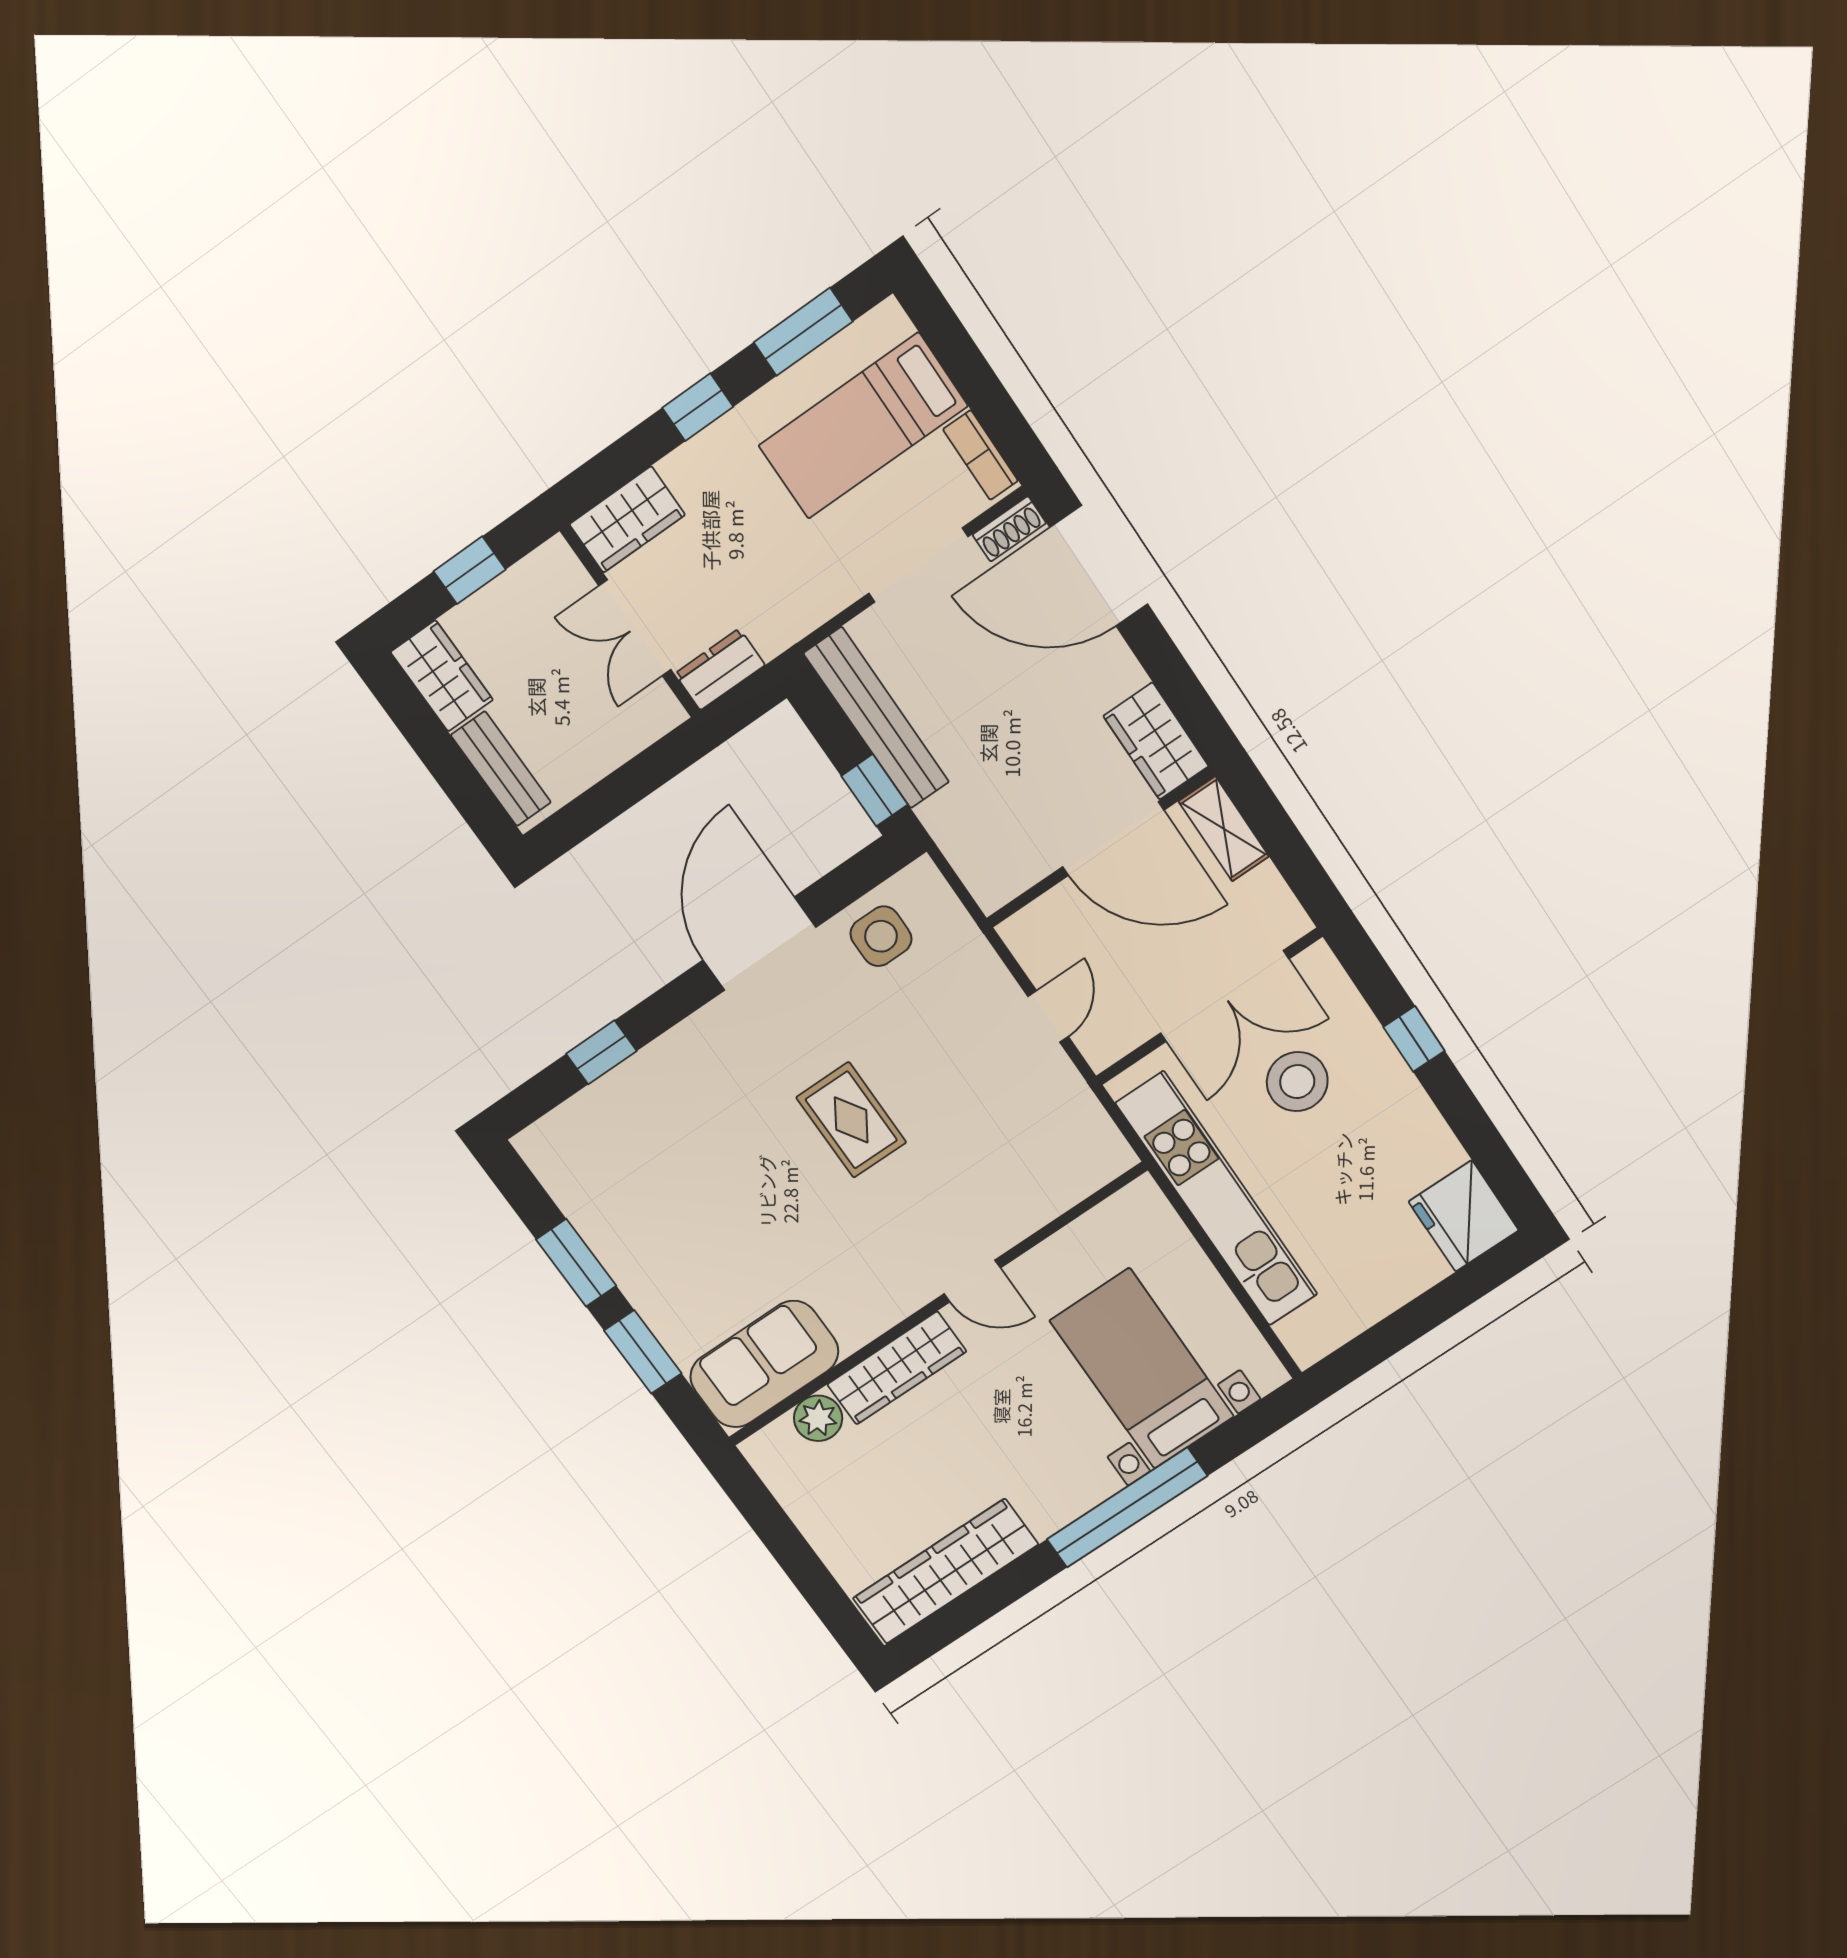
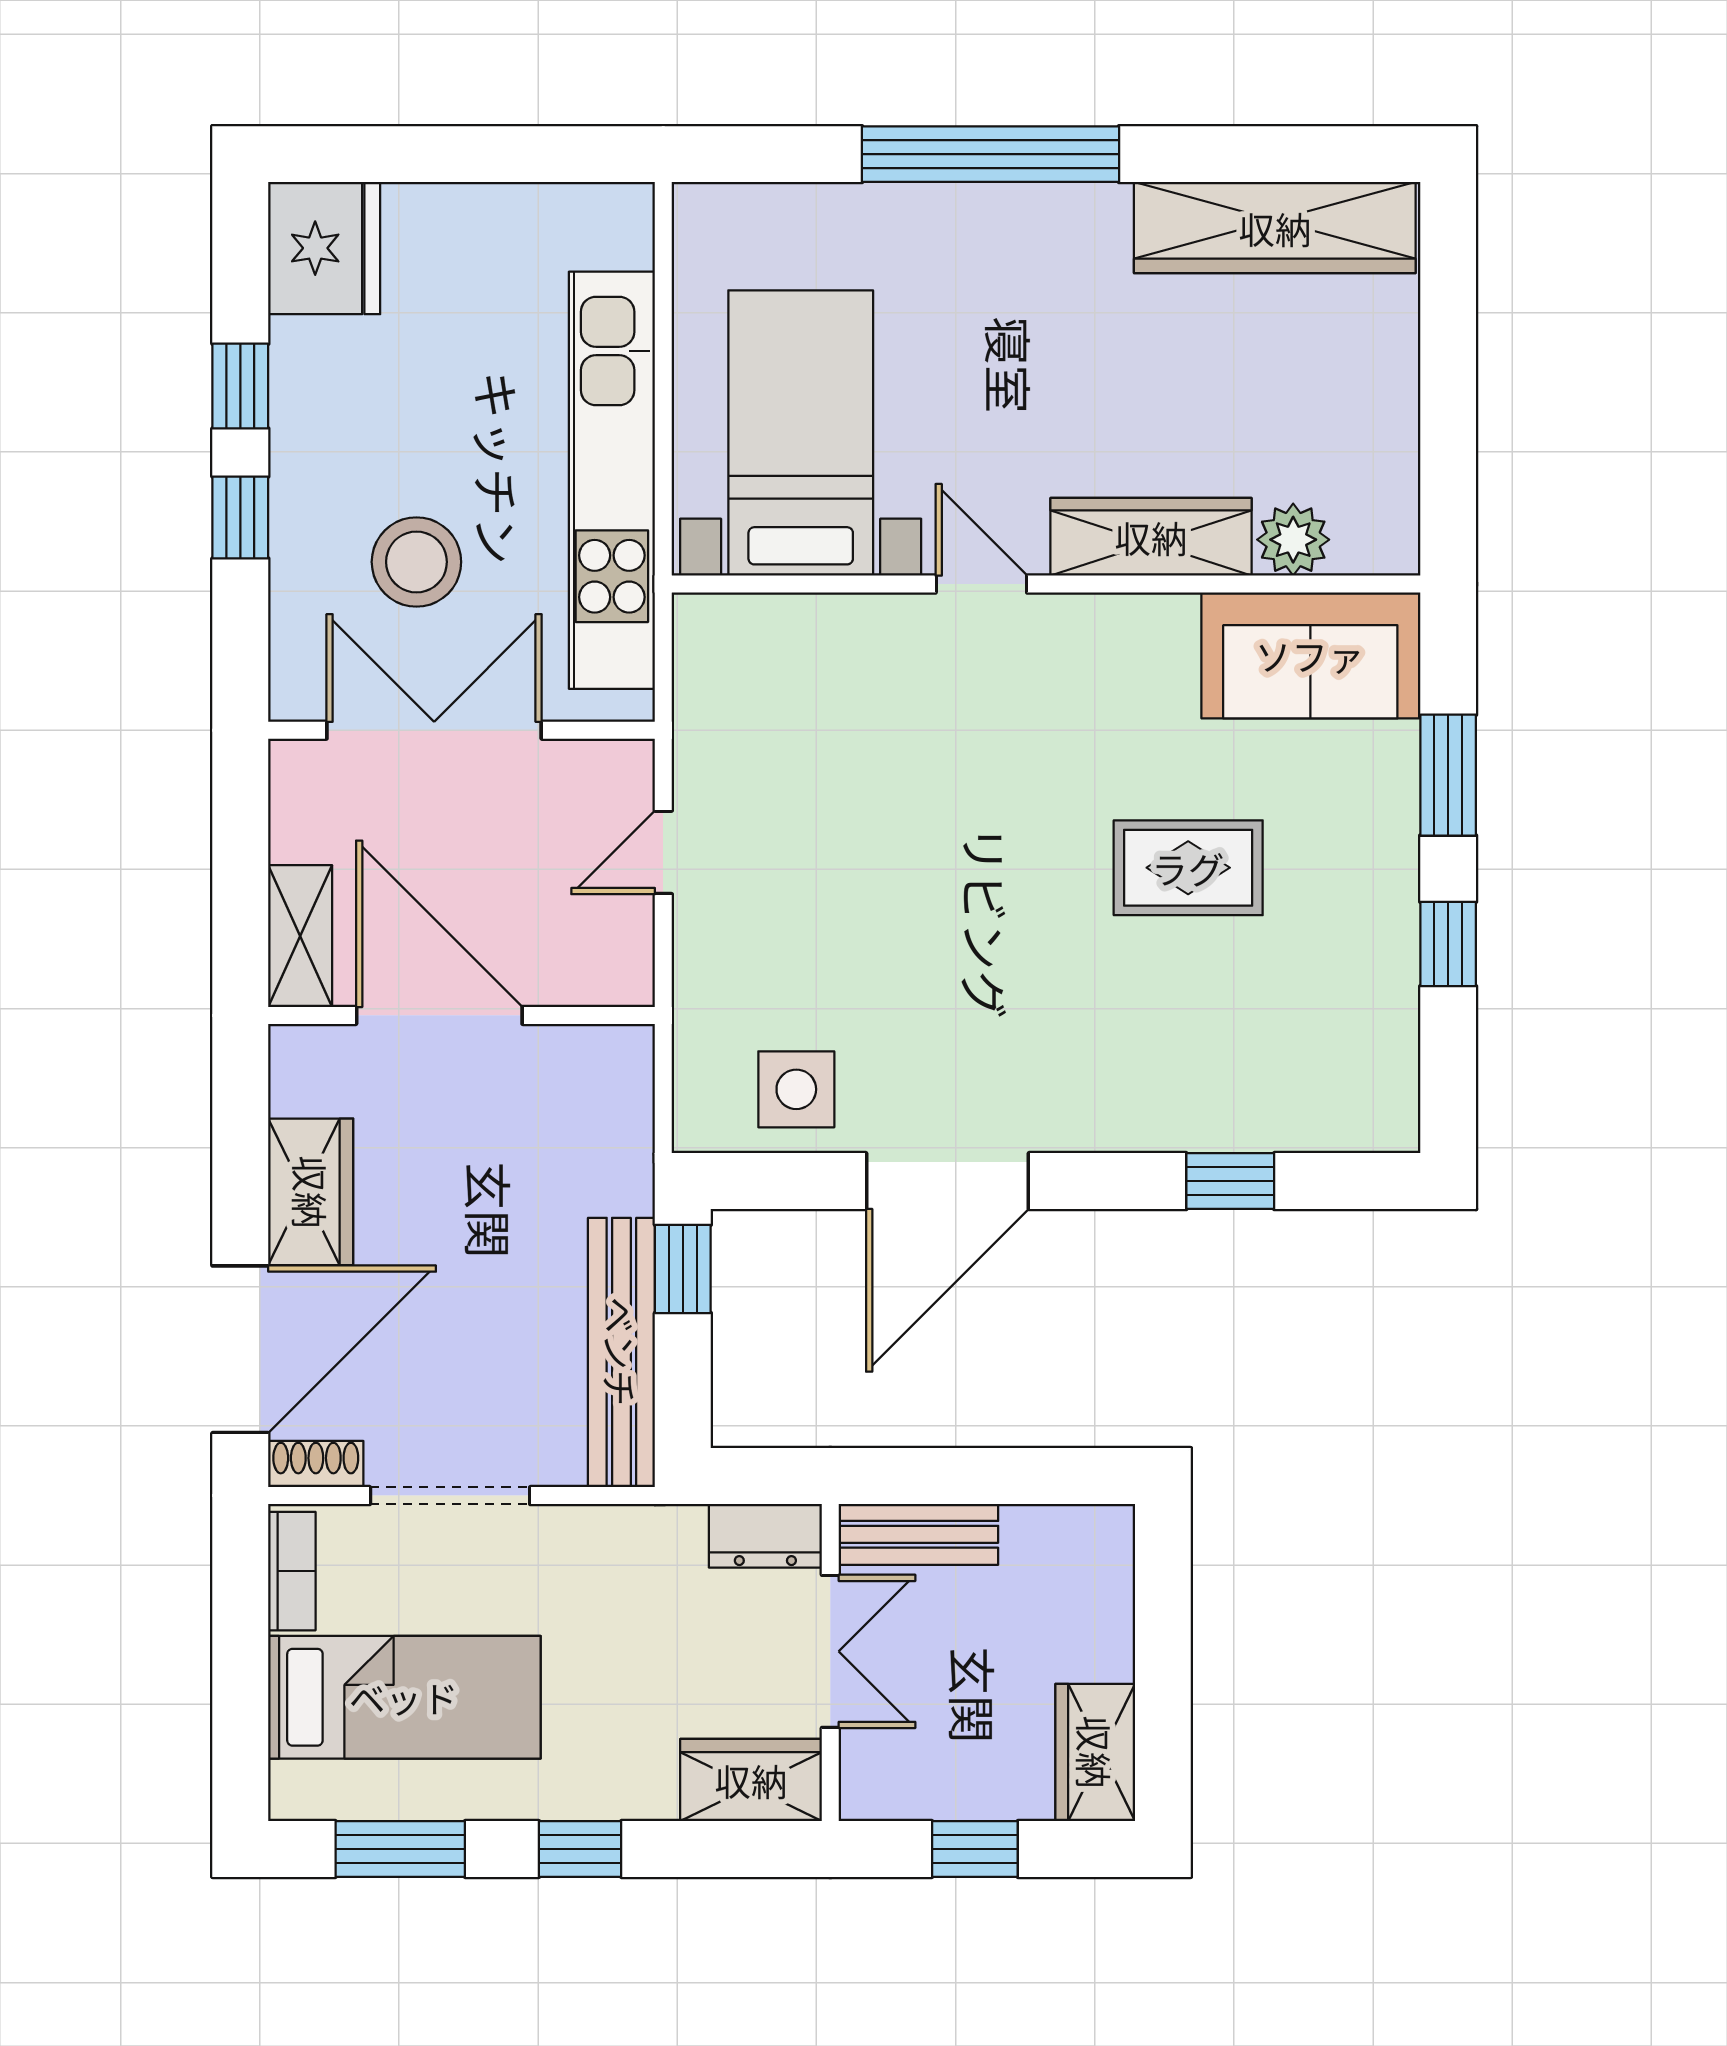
door: (1099, 566) -> (240, 1349), hinge flipped
wardrobe: (1156, 741) -> (311, 1192), moved
bench: (501, 769) -> (918, 1534), moved, turned 90
window: (1462, 1111) -> (240, 386), added
rug: (851, 1120) -> (1188, 868), moved, turned 90
window: (576, 1263) -> (1448, 944), width x0.67
bed with nightstands: (1142, 1369) -> (801, 433), moved, turned 180

